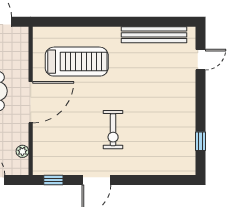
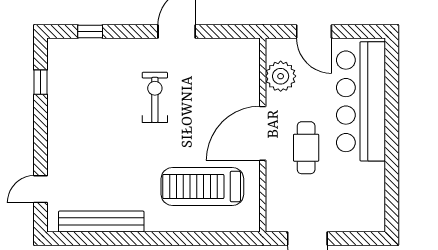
plant: (22, 151) -> (281, 76), width x1.88, depth x1.88
window: (53, 180) -> (90, 32), moved

